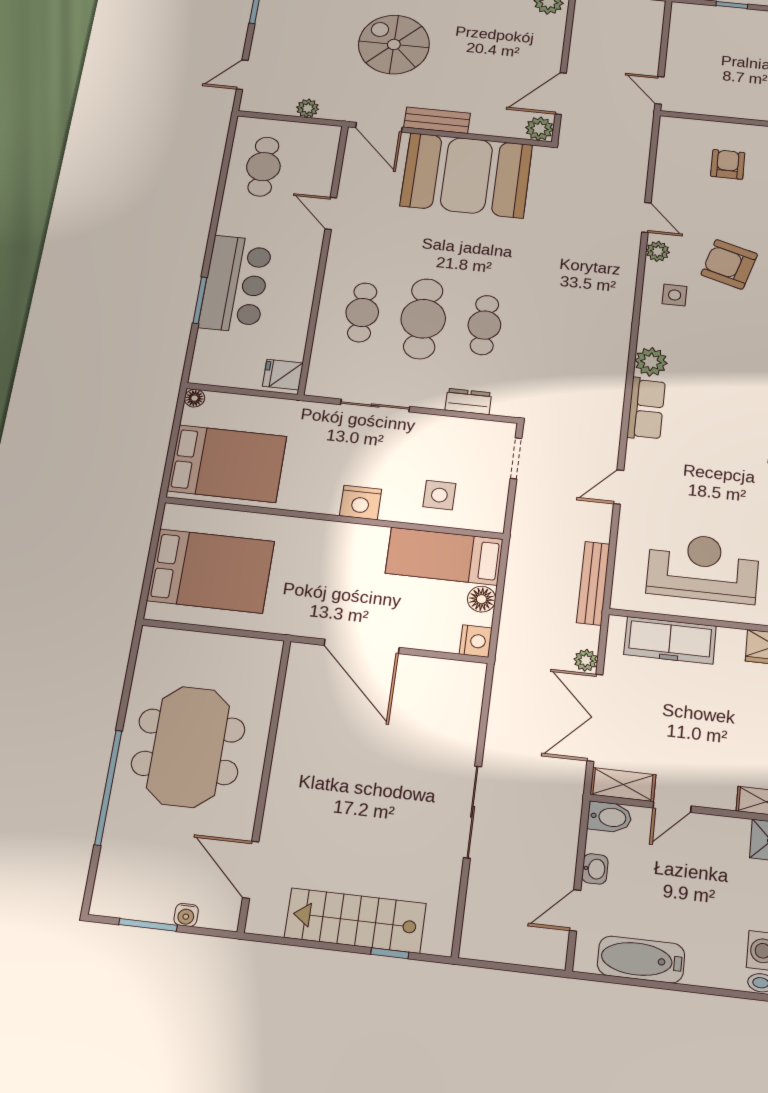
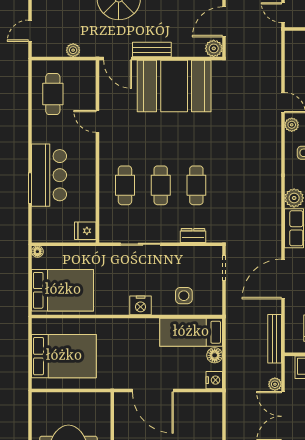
cafe table: (423, 319) -> (161, 185), width x0.73, depth x0.74
door: (619, 487) -> (283, 279), width x1.88

